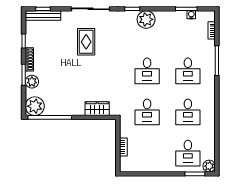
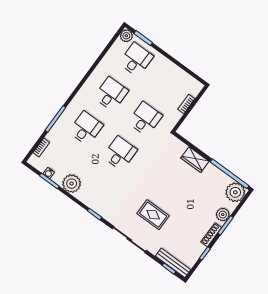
plant: (146, 19) -> (72, 184), moved
rug: (86, 42) -> (153, 215), turned 90
wardrobe: (97, 109) -> (195, 160), moved

